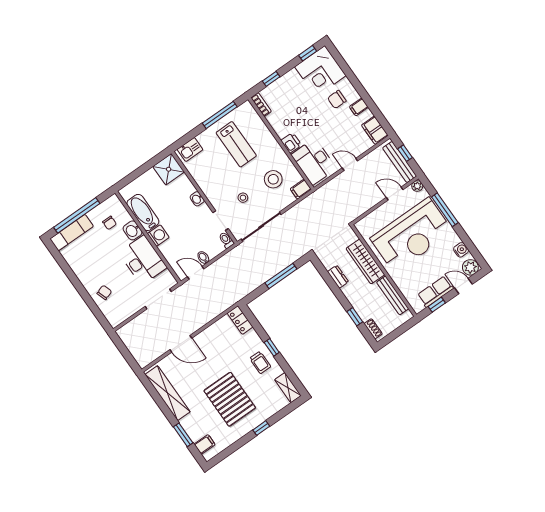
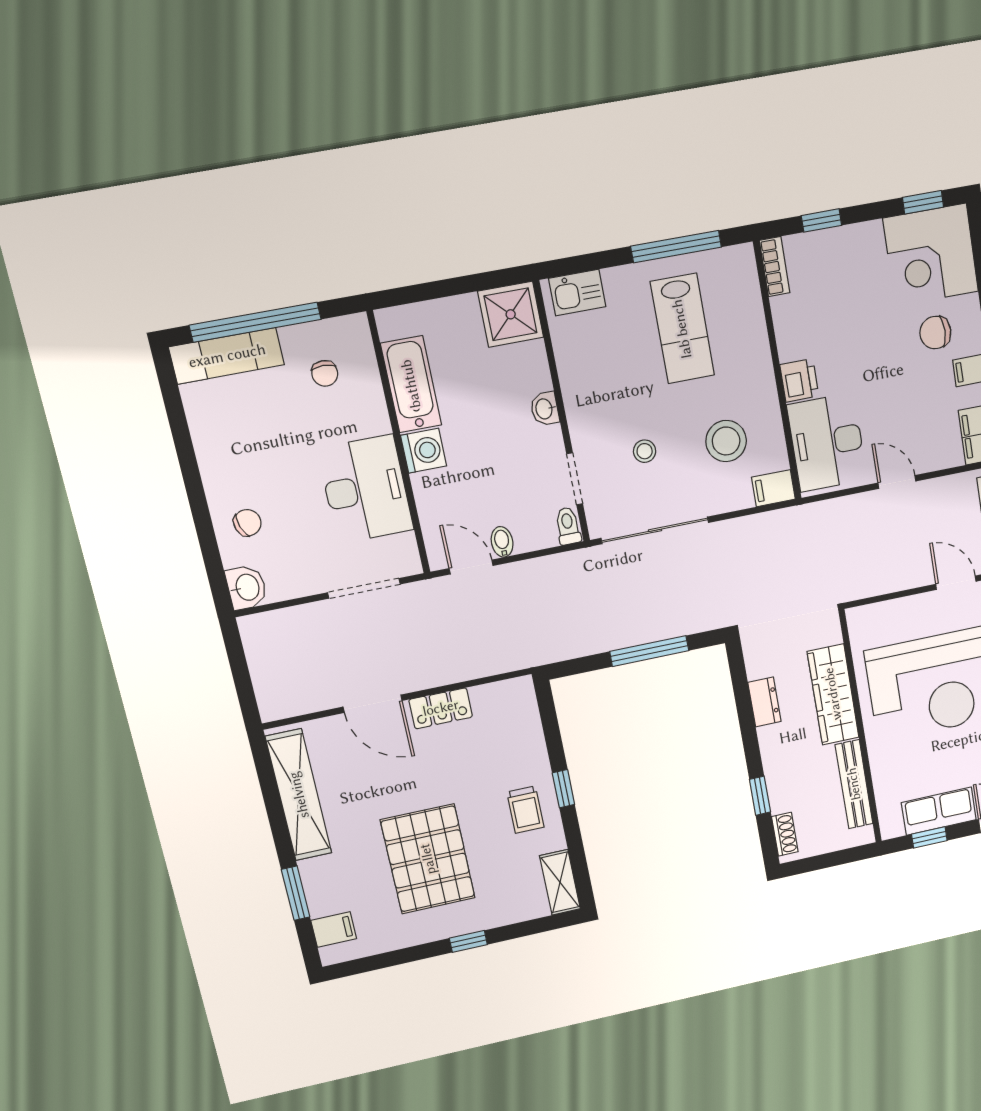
washbasin: (132, 230) -> (247, 587), moved, turned 180
locker: (240, 320) -> (441, 708), moved, turned -90

